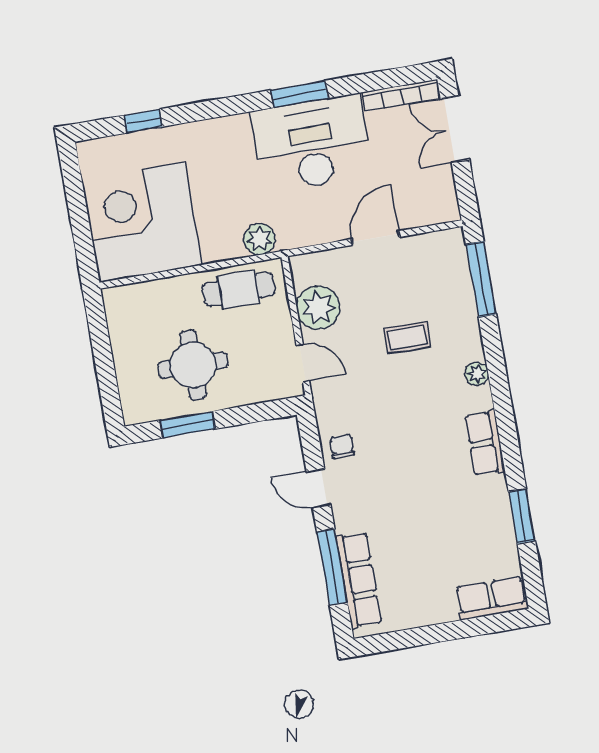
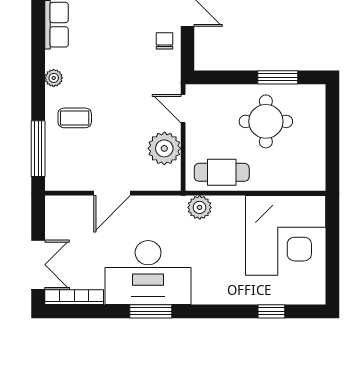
coffee table: (407, 338) -> (75, 118), moved
chair: (342, 446) -> (165, 41), turned 180

